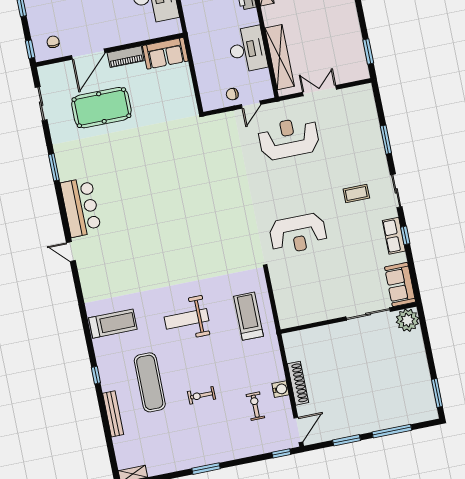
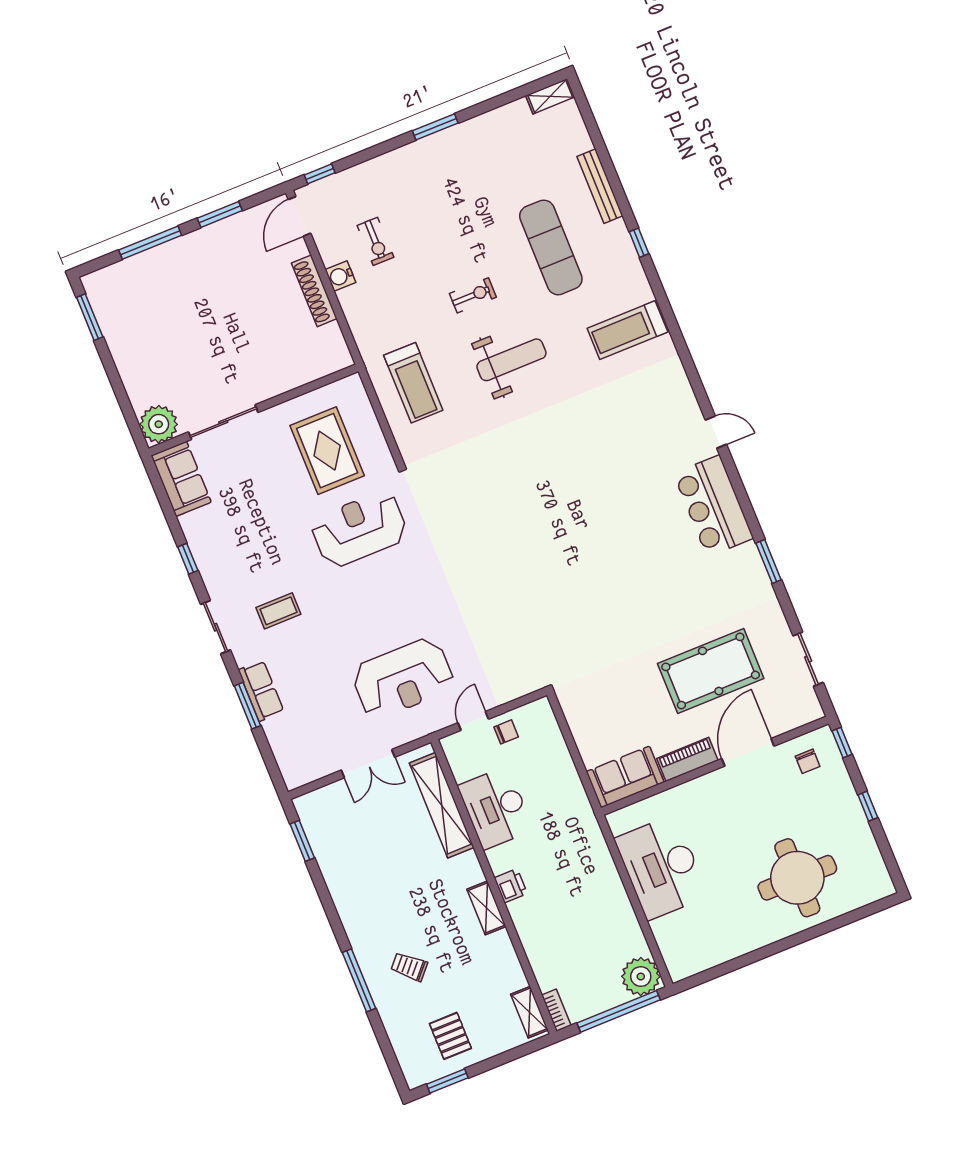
row of seats: (394, 236) -> (261, 691), moved
rug: (308, 285) -> (327, 451), added
exercise bike: (202, 395) -> (473, 295), moved

